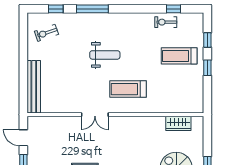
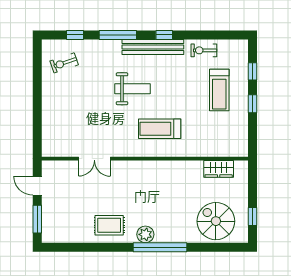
window: (173, 9) -> (164, 35), moved
treadmill: (179, 56) -> (219, 90), turned -90
bench: (34, 87) -> (153, 47), moved, turned 90
double door: (95, 115) -> (94, 159), moved

